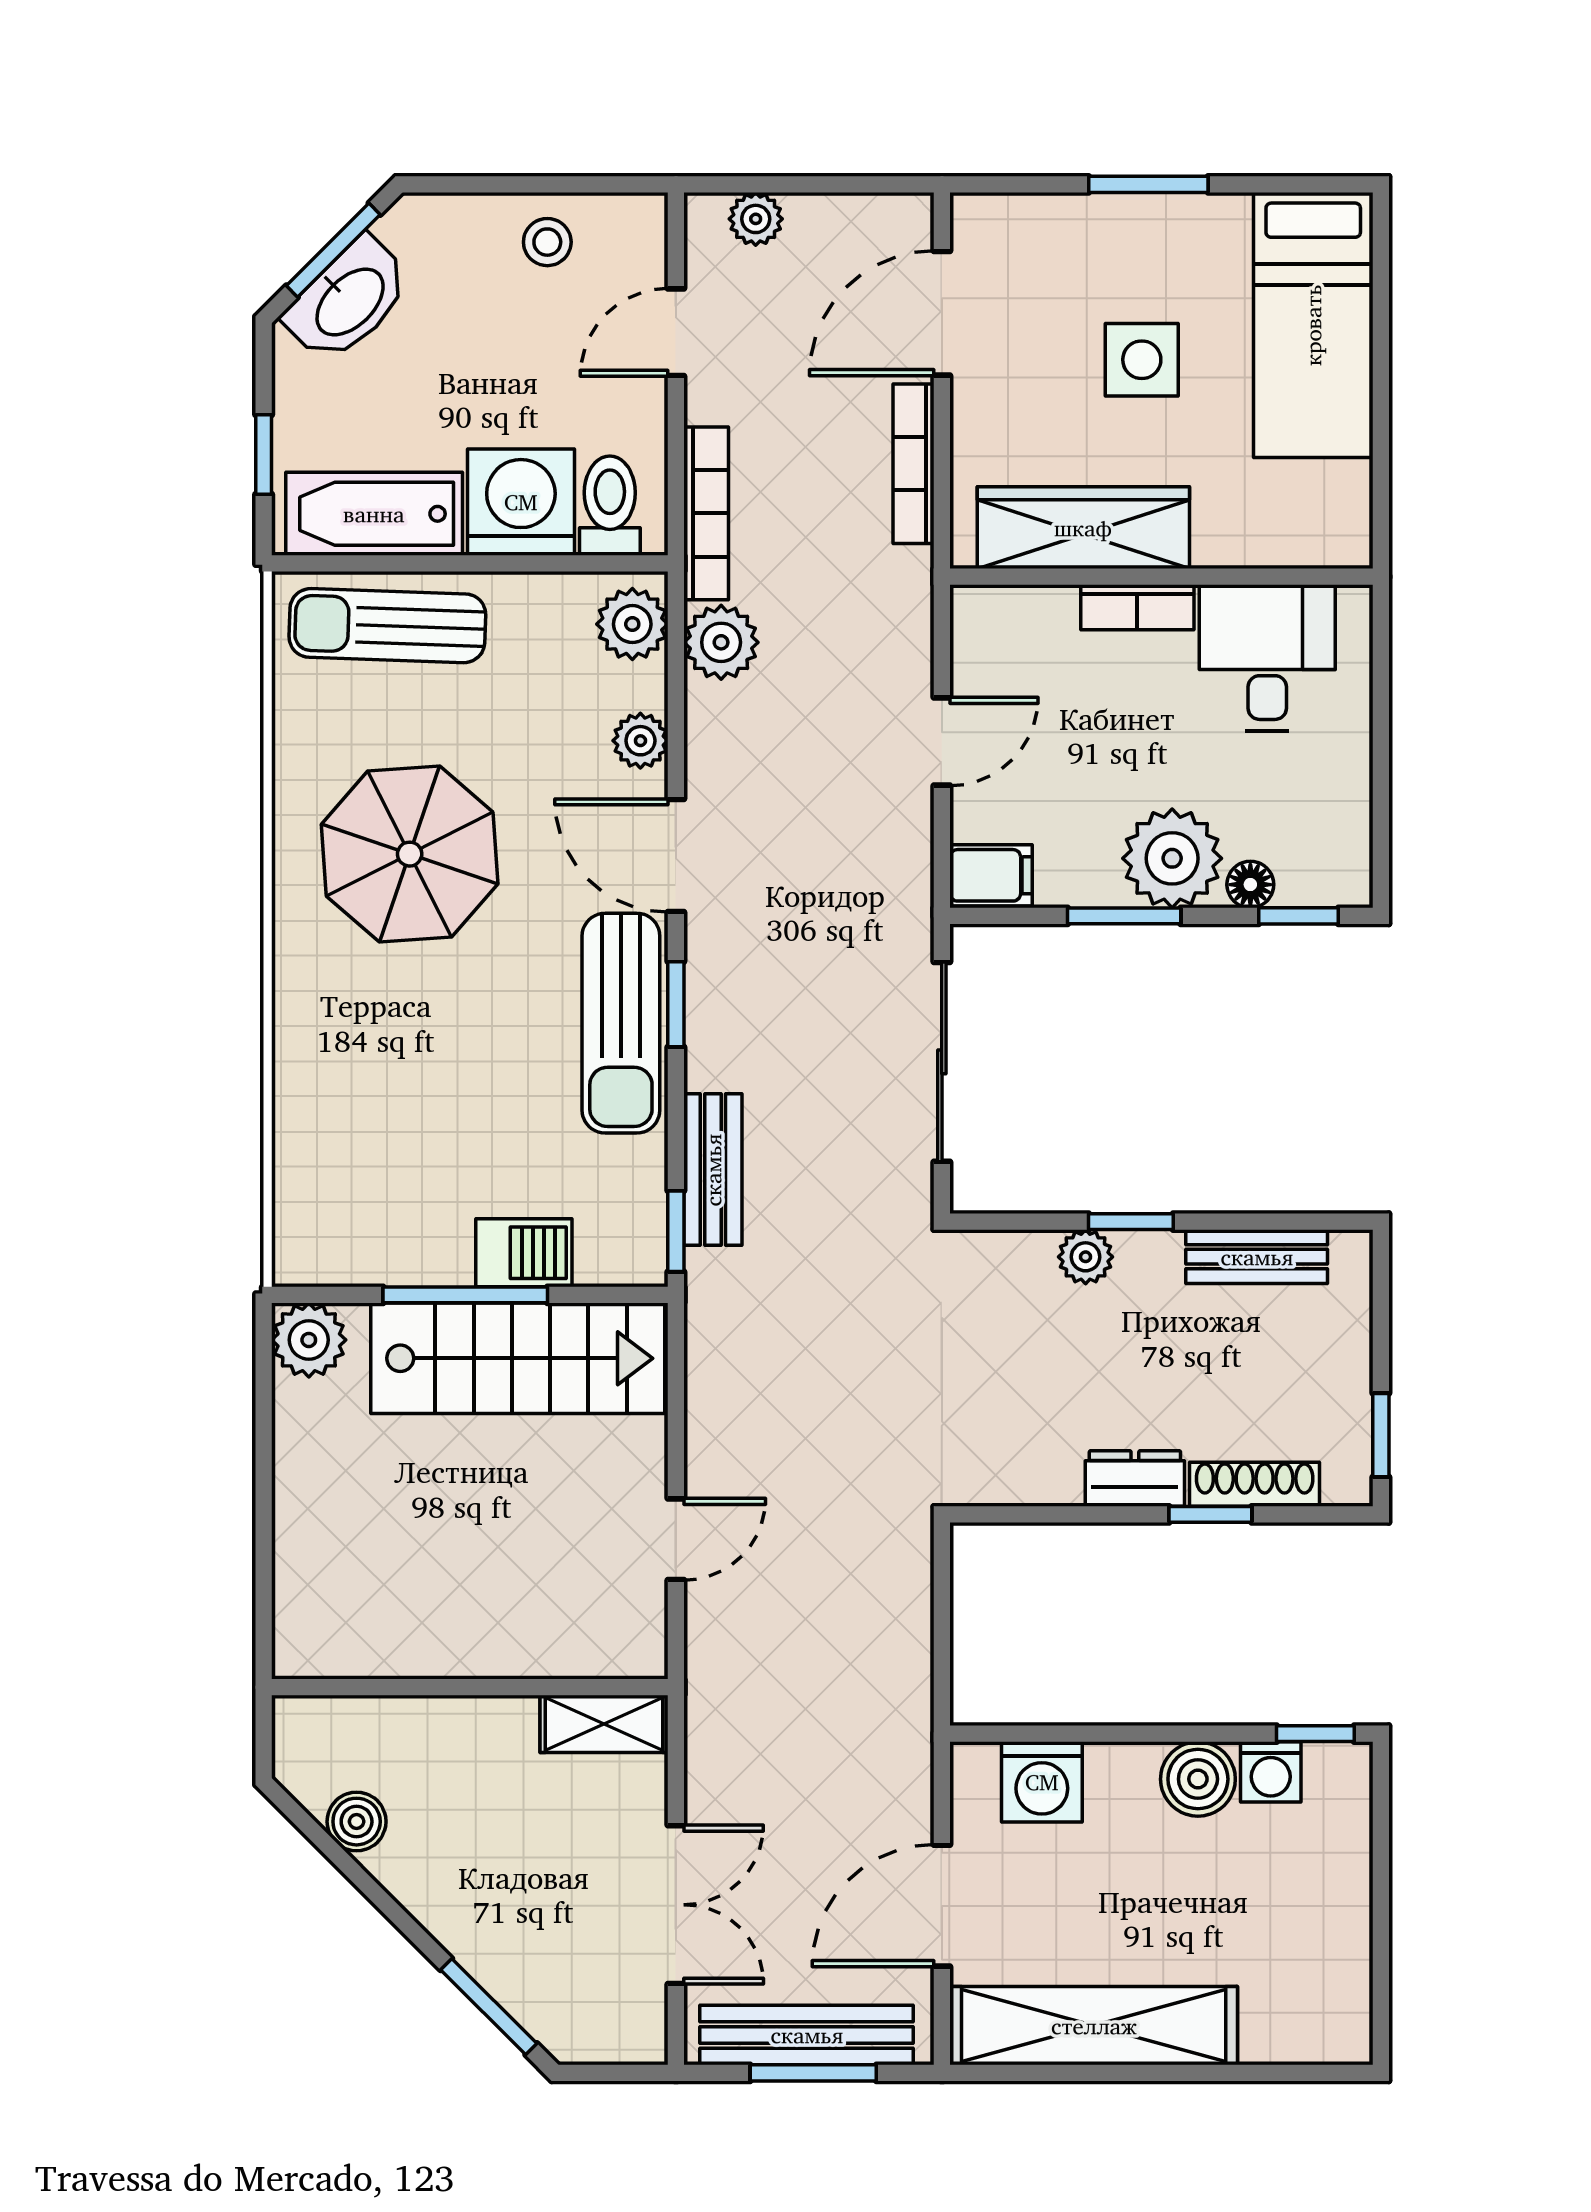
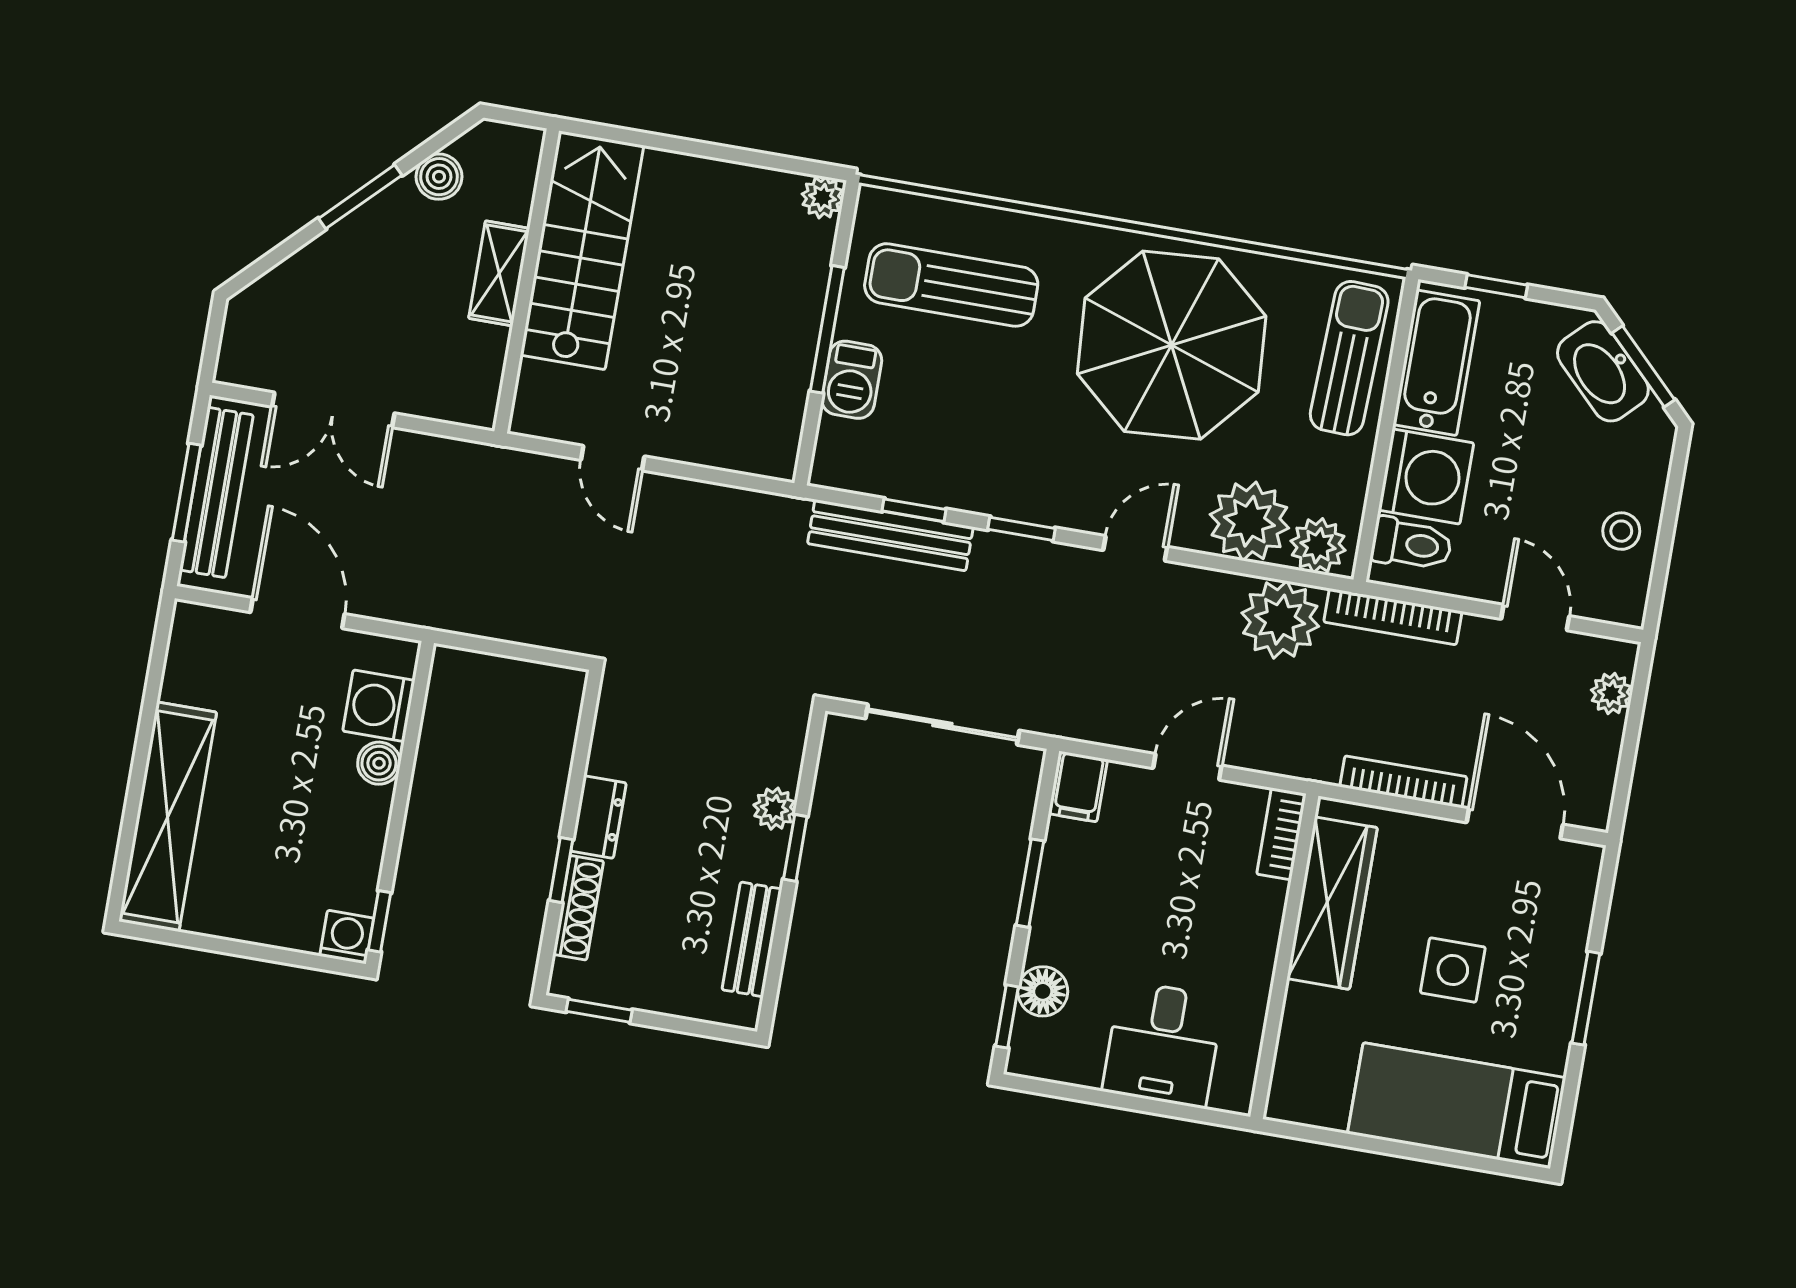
bookcase: (1137, 607) -> (1281, 834), moved
plant: (721, 642) -> (1280, 620), width x1.36, depth x1.36
desk: (1267, 658) -> (1163, 1044), moved, turned 90
plant: (640, 741) -> (1249, 521), width x1.88, depth x1.88
door: (942, 741) -> (1187, 767), swing flipped
parasol: (410, 854) -> (1172, 345), width x1.36, depth x1.36
door: (676, 856) -> (1135, 548), width x0.73
plant: (1172, 858) -> (1068, 927), removed
floor lamp: (1250, 885) -> (1043, 991), width x1.37, depth x1.37
sun lounger: (621, 1023) -> (951, 285), moved
bench: (713, 1170) -> (890, 535), width x1.36
window: (676, 1231) -> (914, 510), moved
plant: (309, 1340) -> (823, 197), width x0.73, depth x0.73
stairs: (518, 1358) -> (582, 250), moved, turned 180
shelving: (604, 1724) -> (499, 273), moved
washing machine: (1271, 1772) -> (347, 937), moved, turned 90
boiler: (1198, 1779) -> (379, 763), moved, width x0.73, depth x0.73
window: (489, 2007) -> (360, 197), moved
shelving: (1094, 2026) -> (168, 817), moved

